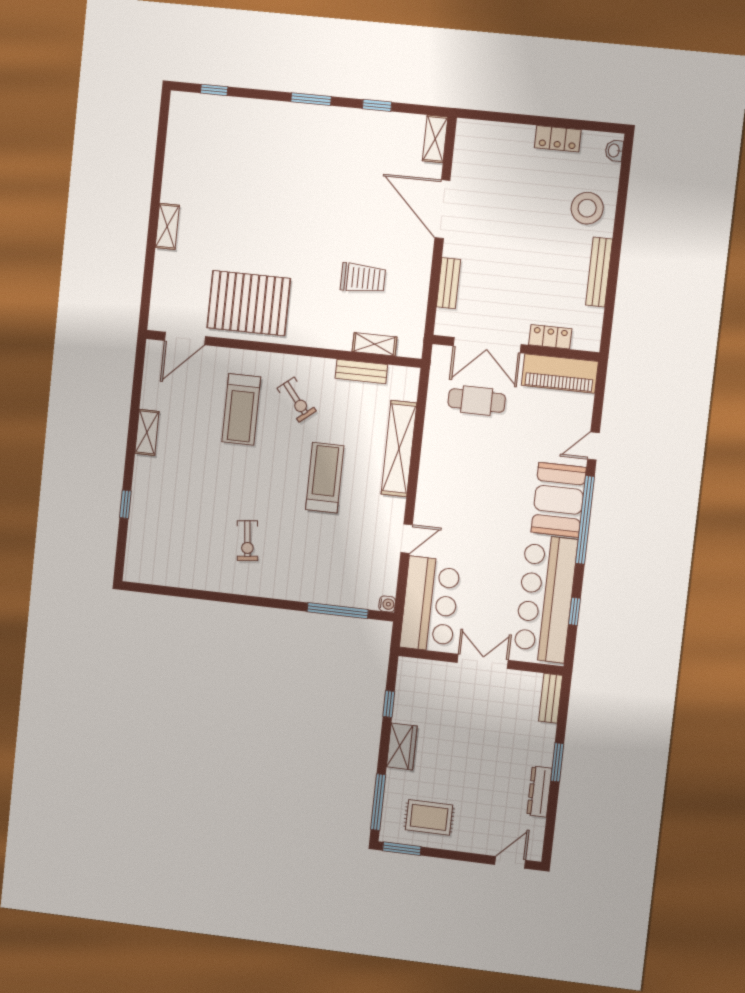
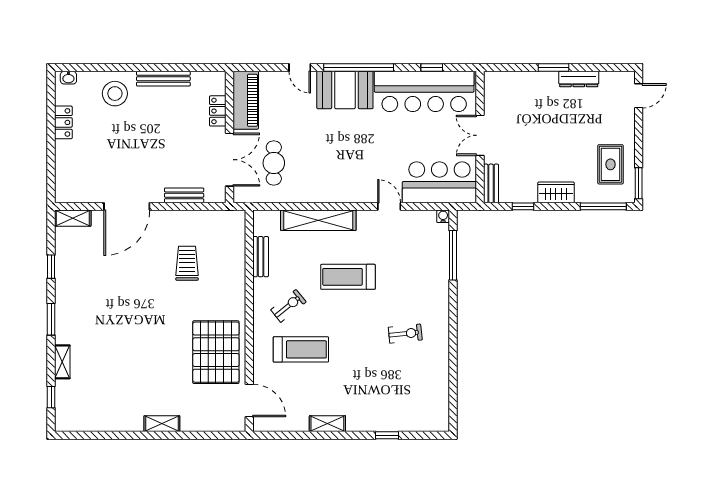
shelving: (375, 344) -> (62, 362), moved
bench: (551, 698) -> (491, 183), moved, turned 90
door: (510, 862) -> (639, 96), swing flipped

